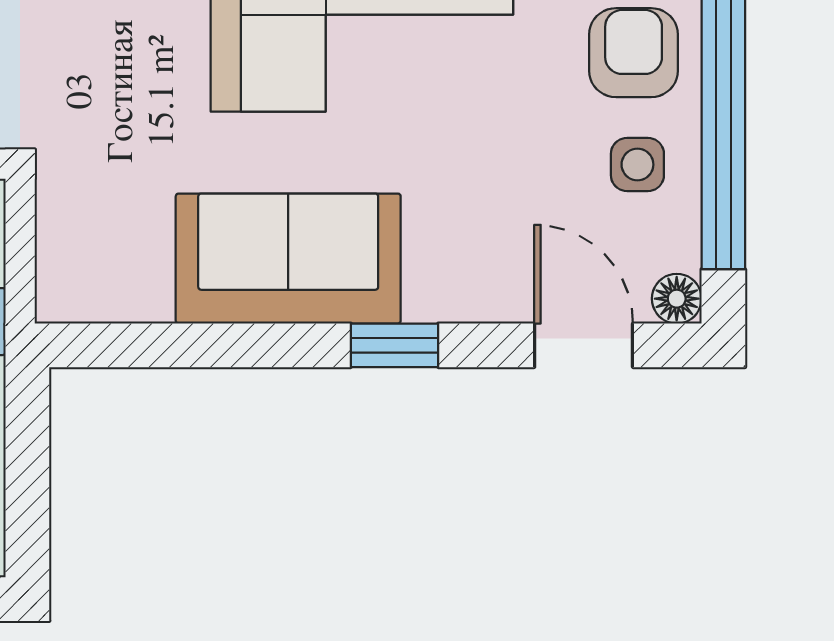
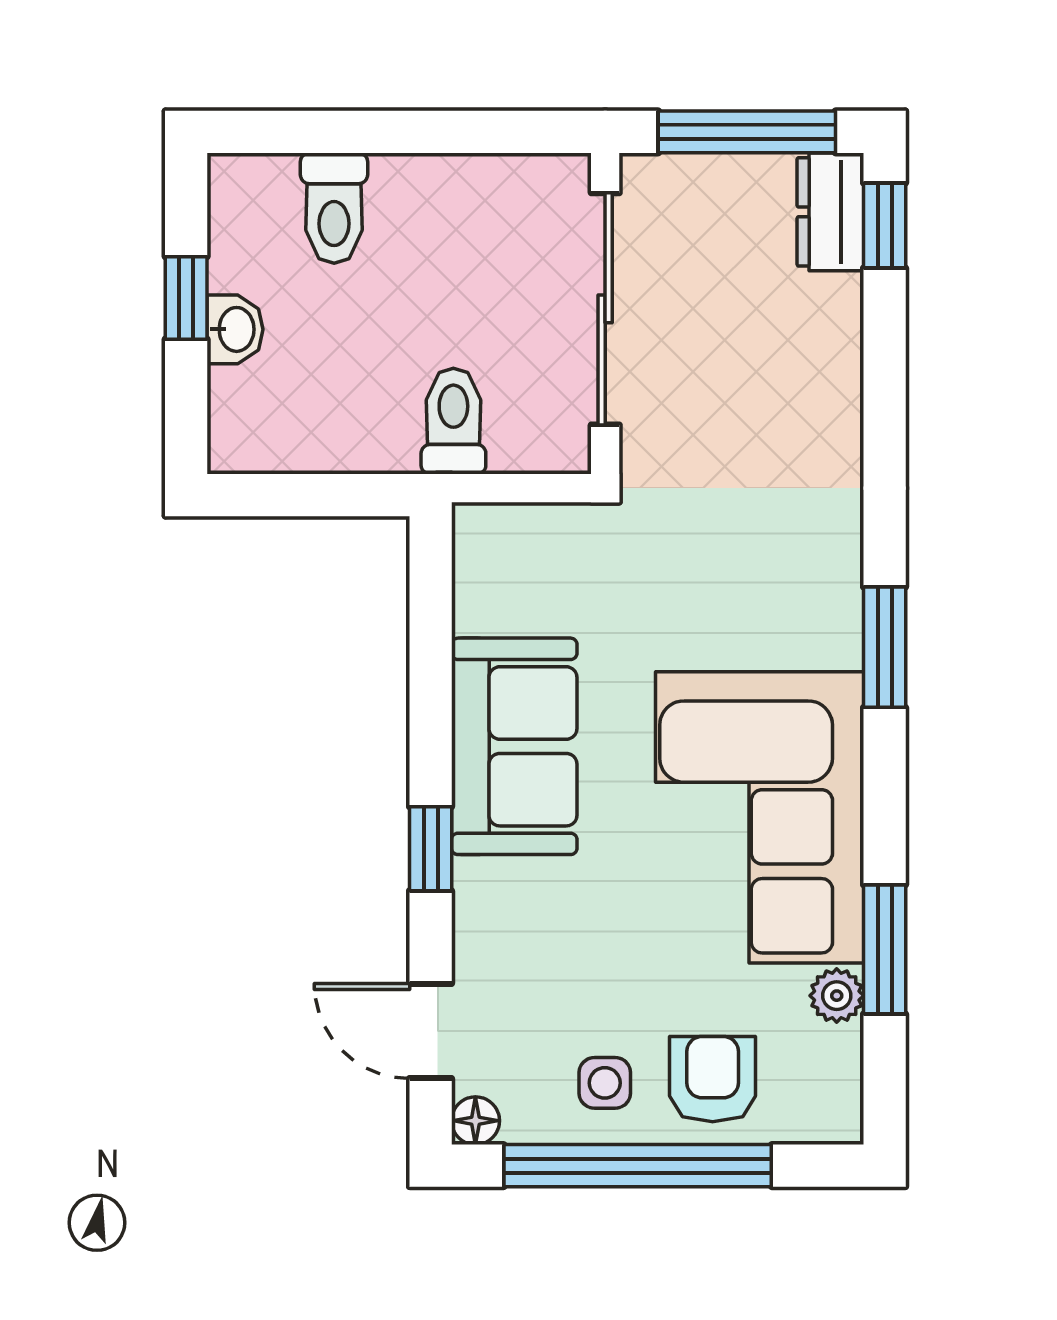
armchair: (634, 53) -> (713, 1079), turned -90
door: (584, 345) -> (431, 1031), swing flipped

